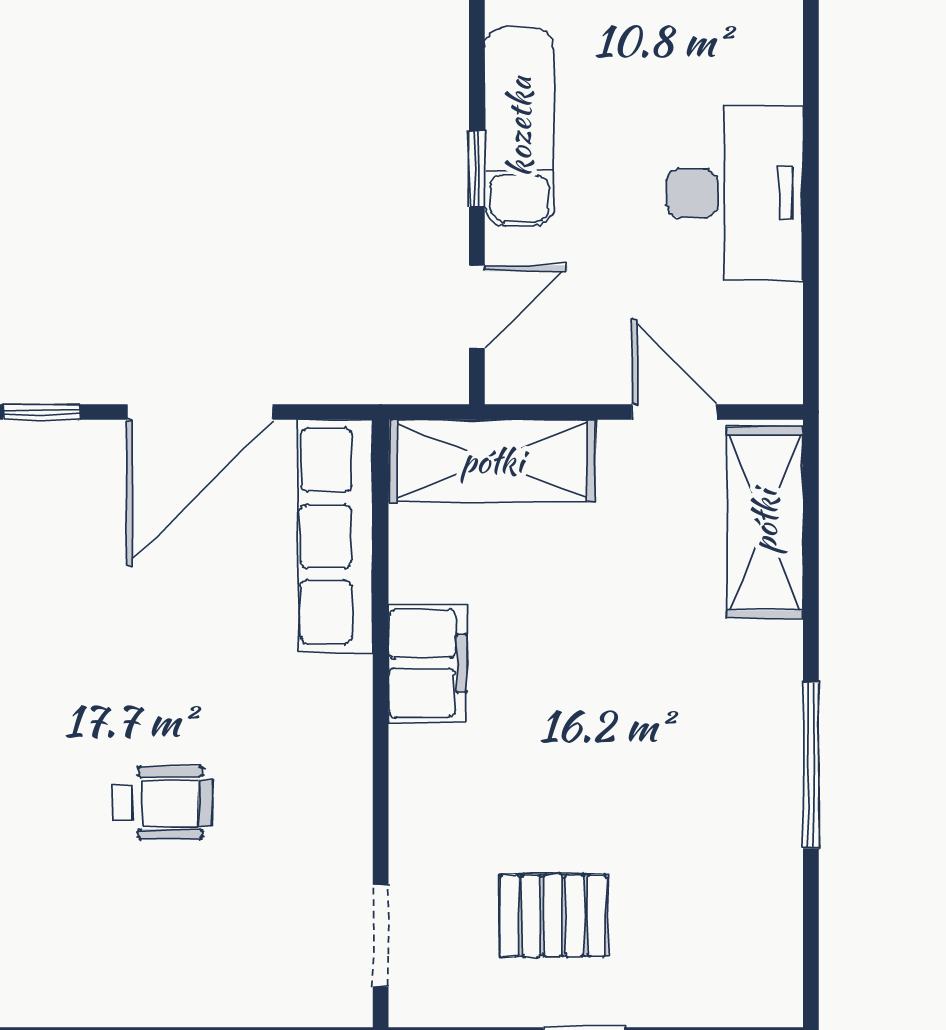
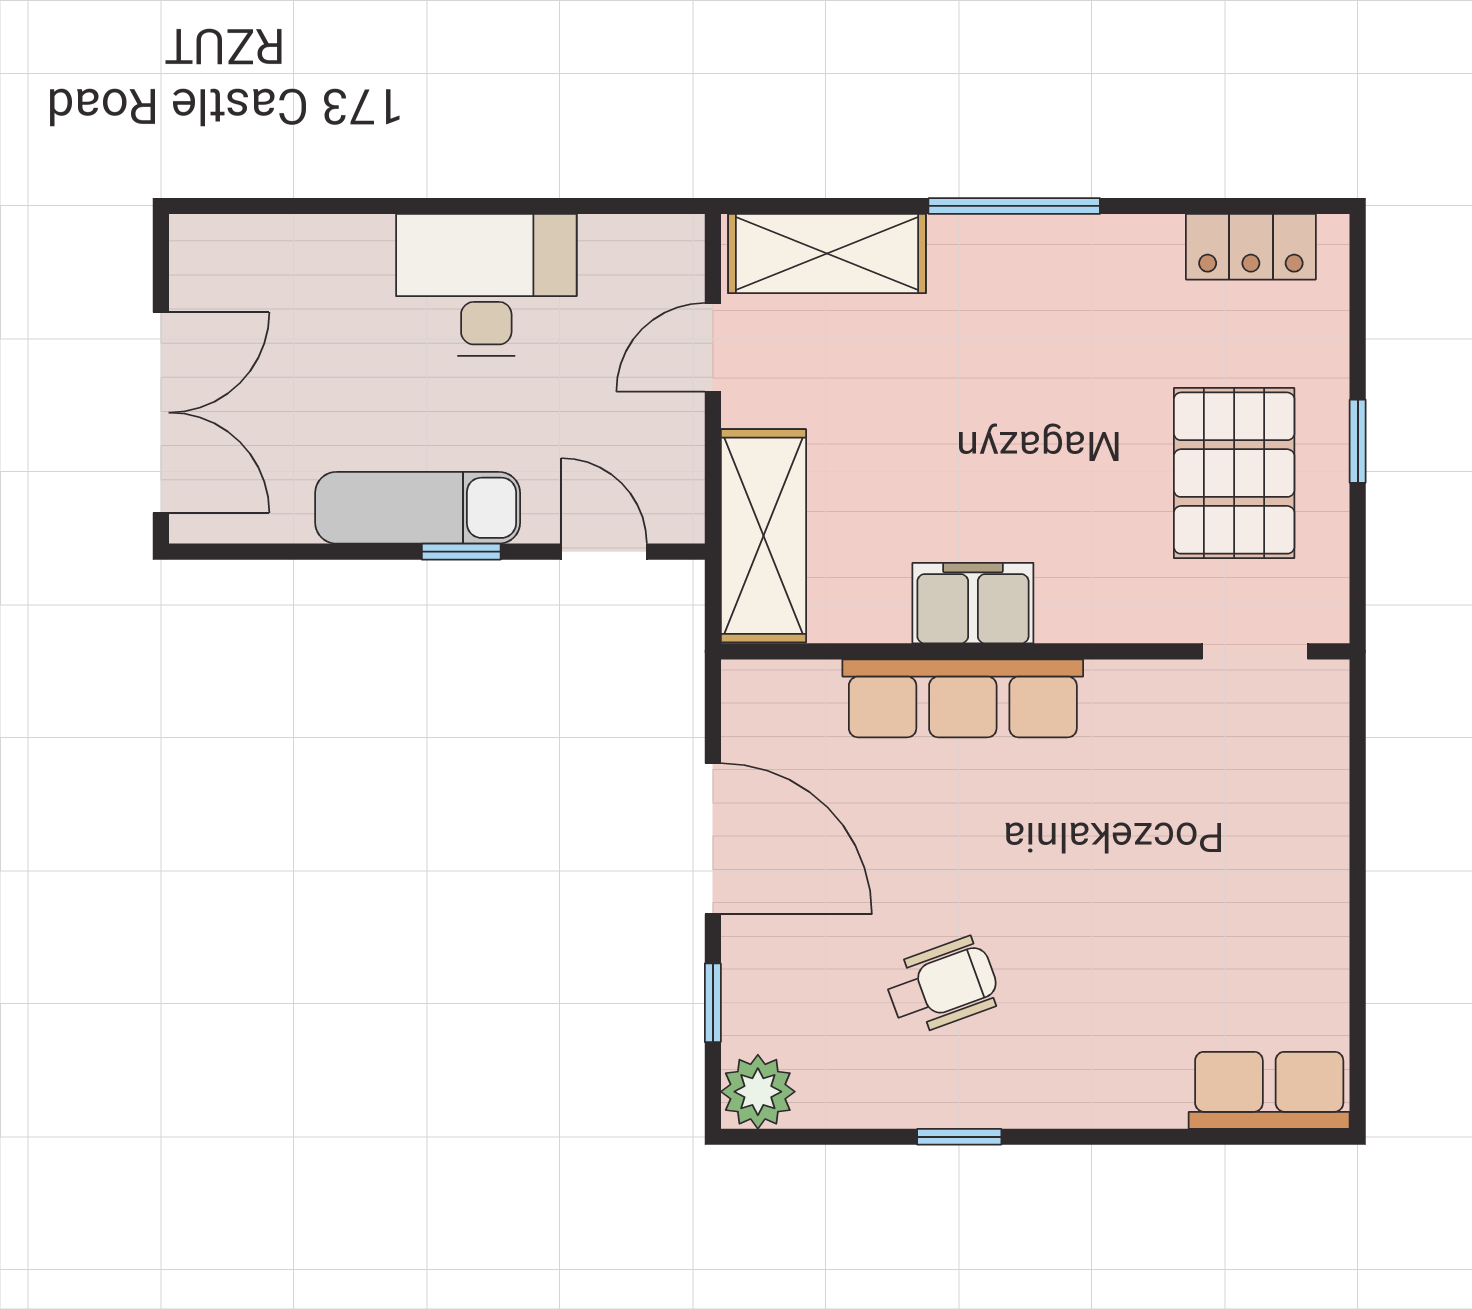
row of seats: (335, 536) -> (963, 698), moved
window: (811, 765) -> (1014, 206), moved
wheelchair: (162, 803) -> (942, 986), moved, turned 70
pallet: (553, 916) -> (1234, 473), width x1.50, depth x1.42
locker: (771, 932) -> (1251, 247), added

